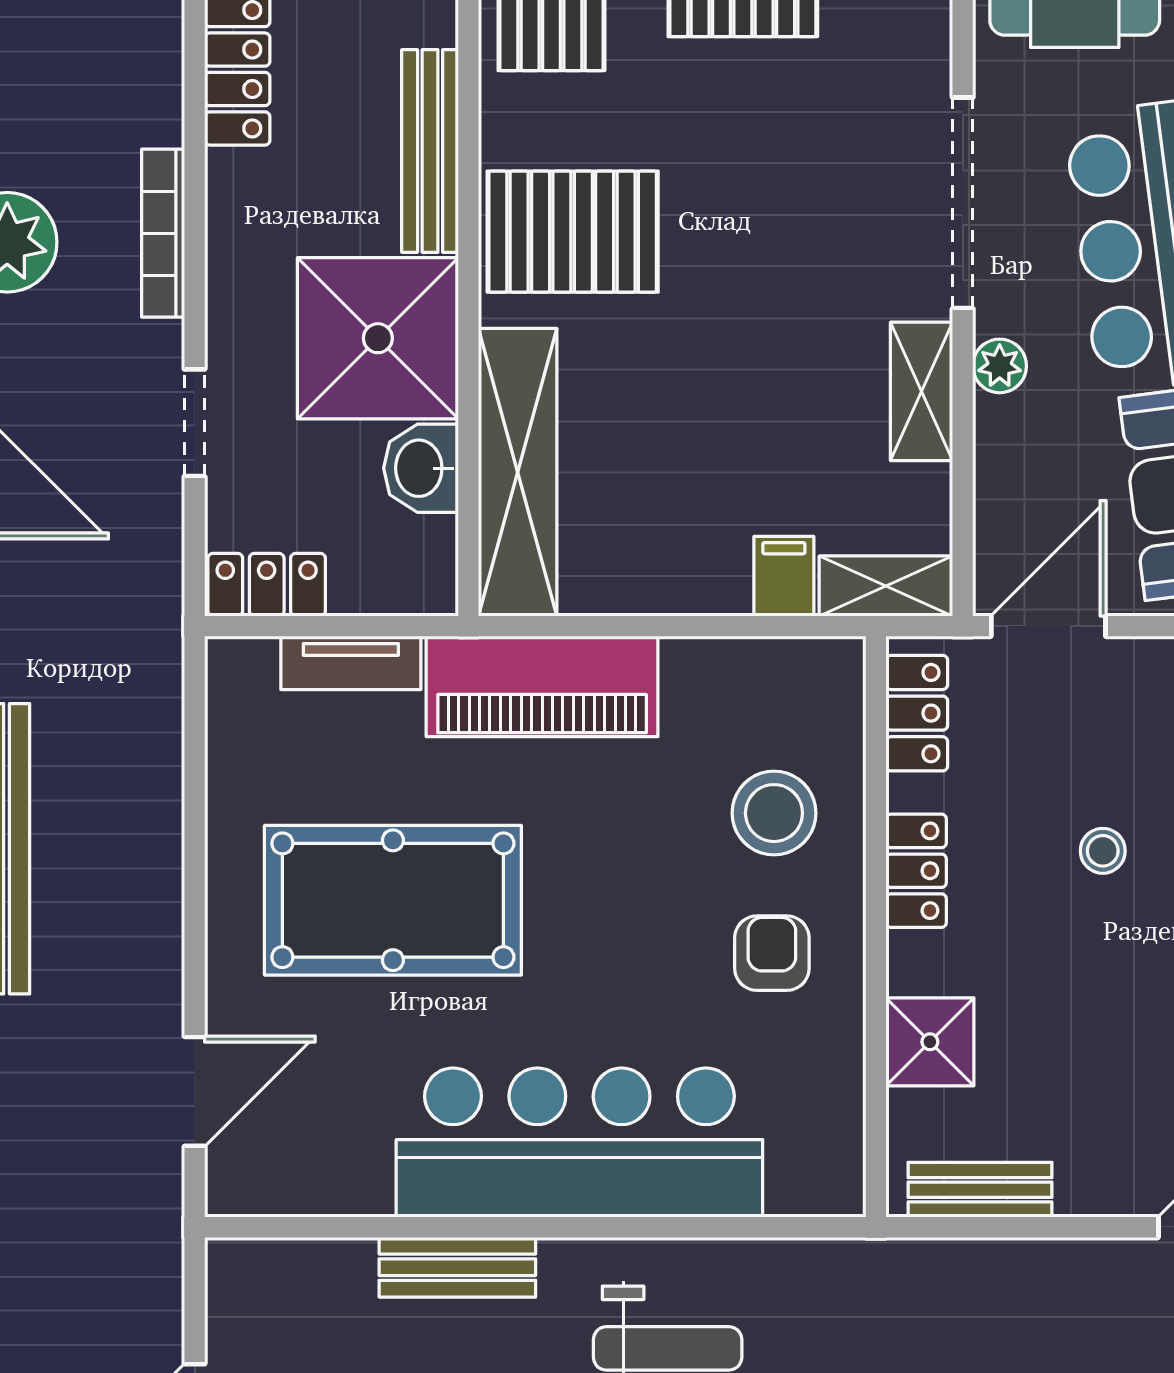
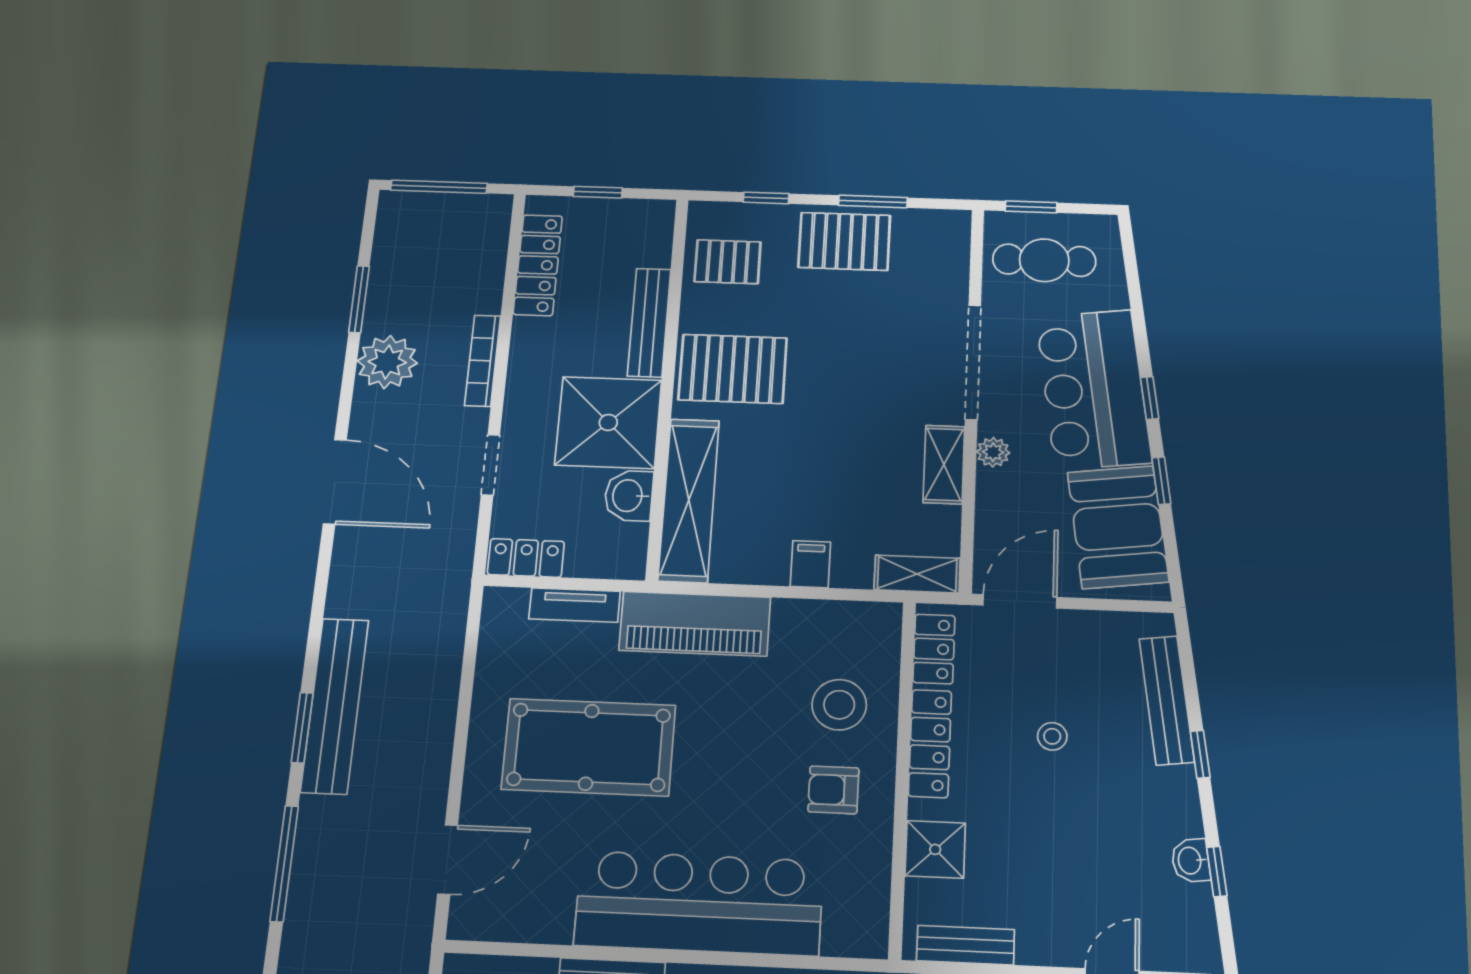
filing cabinet: (784, 576) -> (810, 564), moved
locker: (916, 871) -> (930, 743), width x1.53
armchair: (772, 953) -> (833, 790), turned -90

